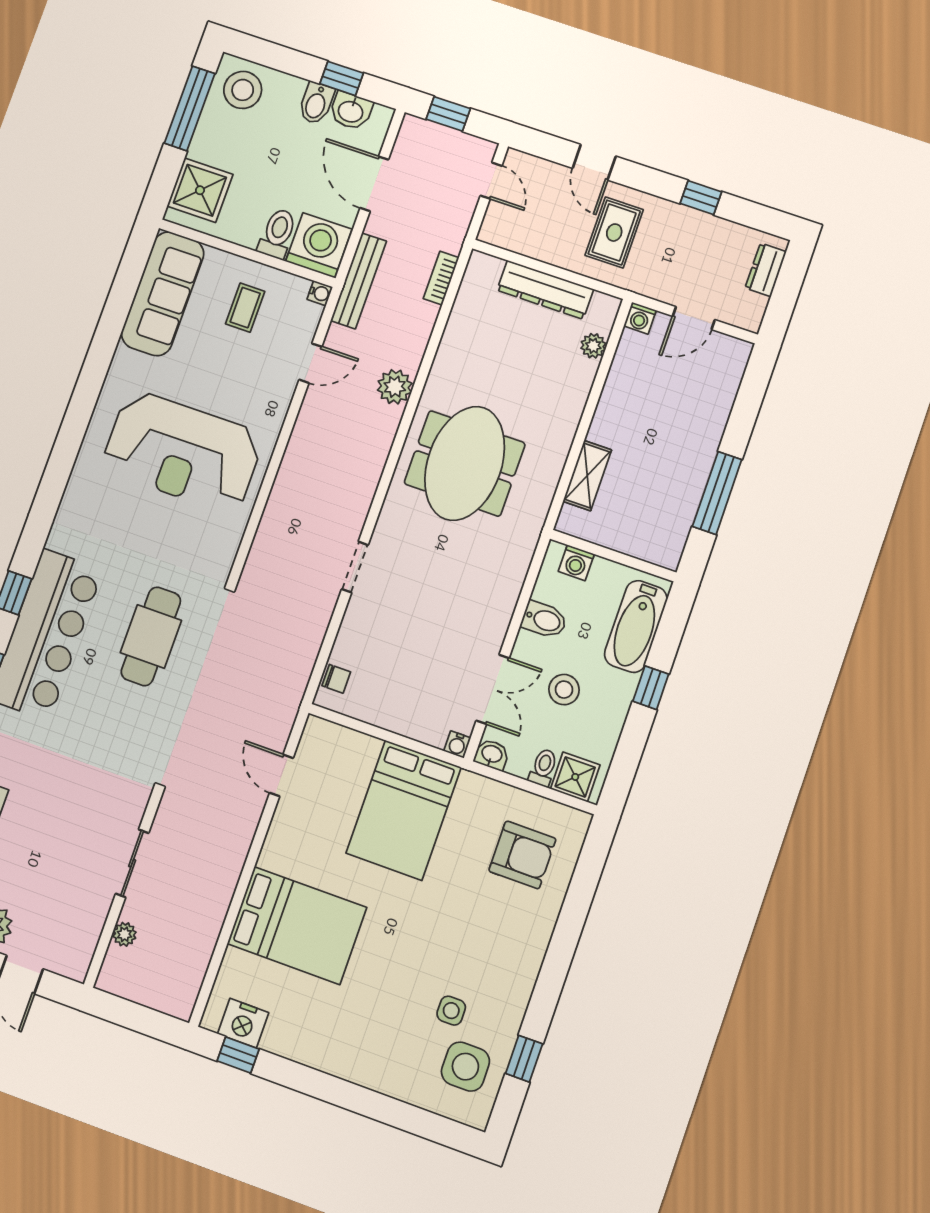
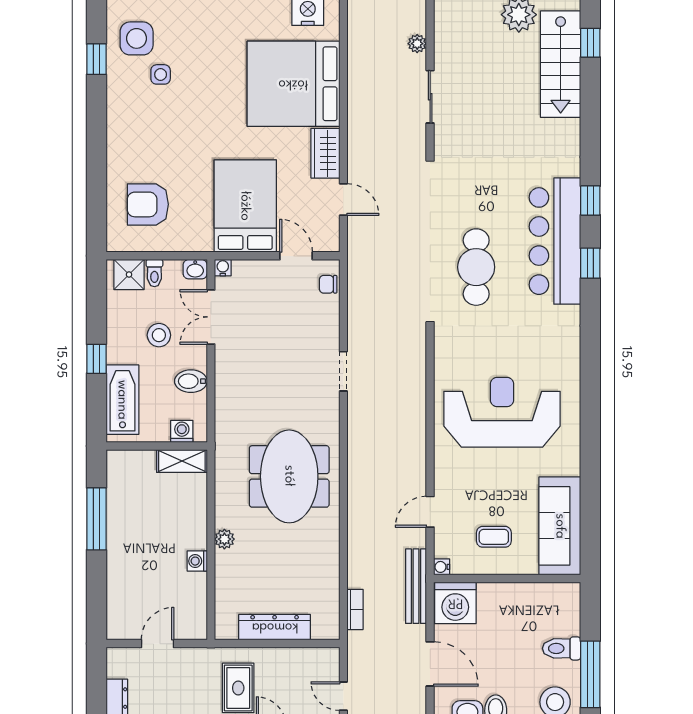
shower: (200, 190) -> (560, 614), removed
toilet: (277, 234) -> (562, 648), moved, turned 90
coffee table: (245, 308) -> (494, 537), turned 90
washing machine: (640, 318) -> (197, 561), moved, turned -90
plant: (593, 346) -> (224, 539), moved
plant: (395, 387) -> (361, 516), removed
shelving: (587, 476) -> (182, 461), moved, turned 90
door: (363, 727) -> (296, 256), added
wardrobe: (283, 840) -> (325, 153), added
bed: (297, 926) -> (293, 84), width x1.36

